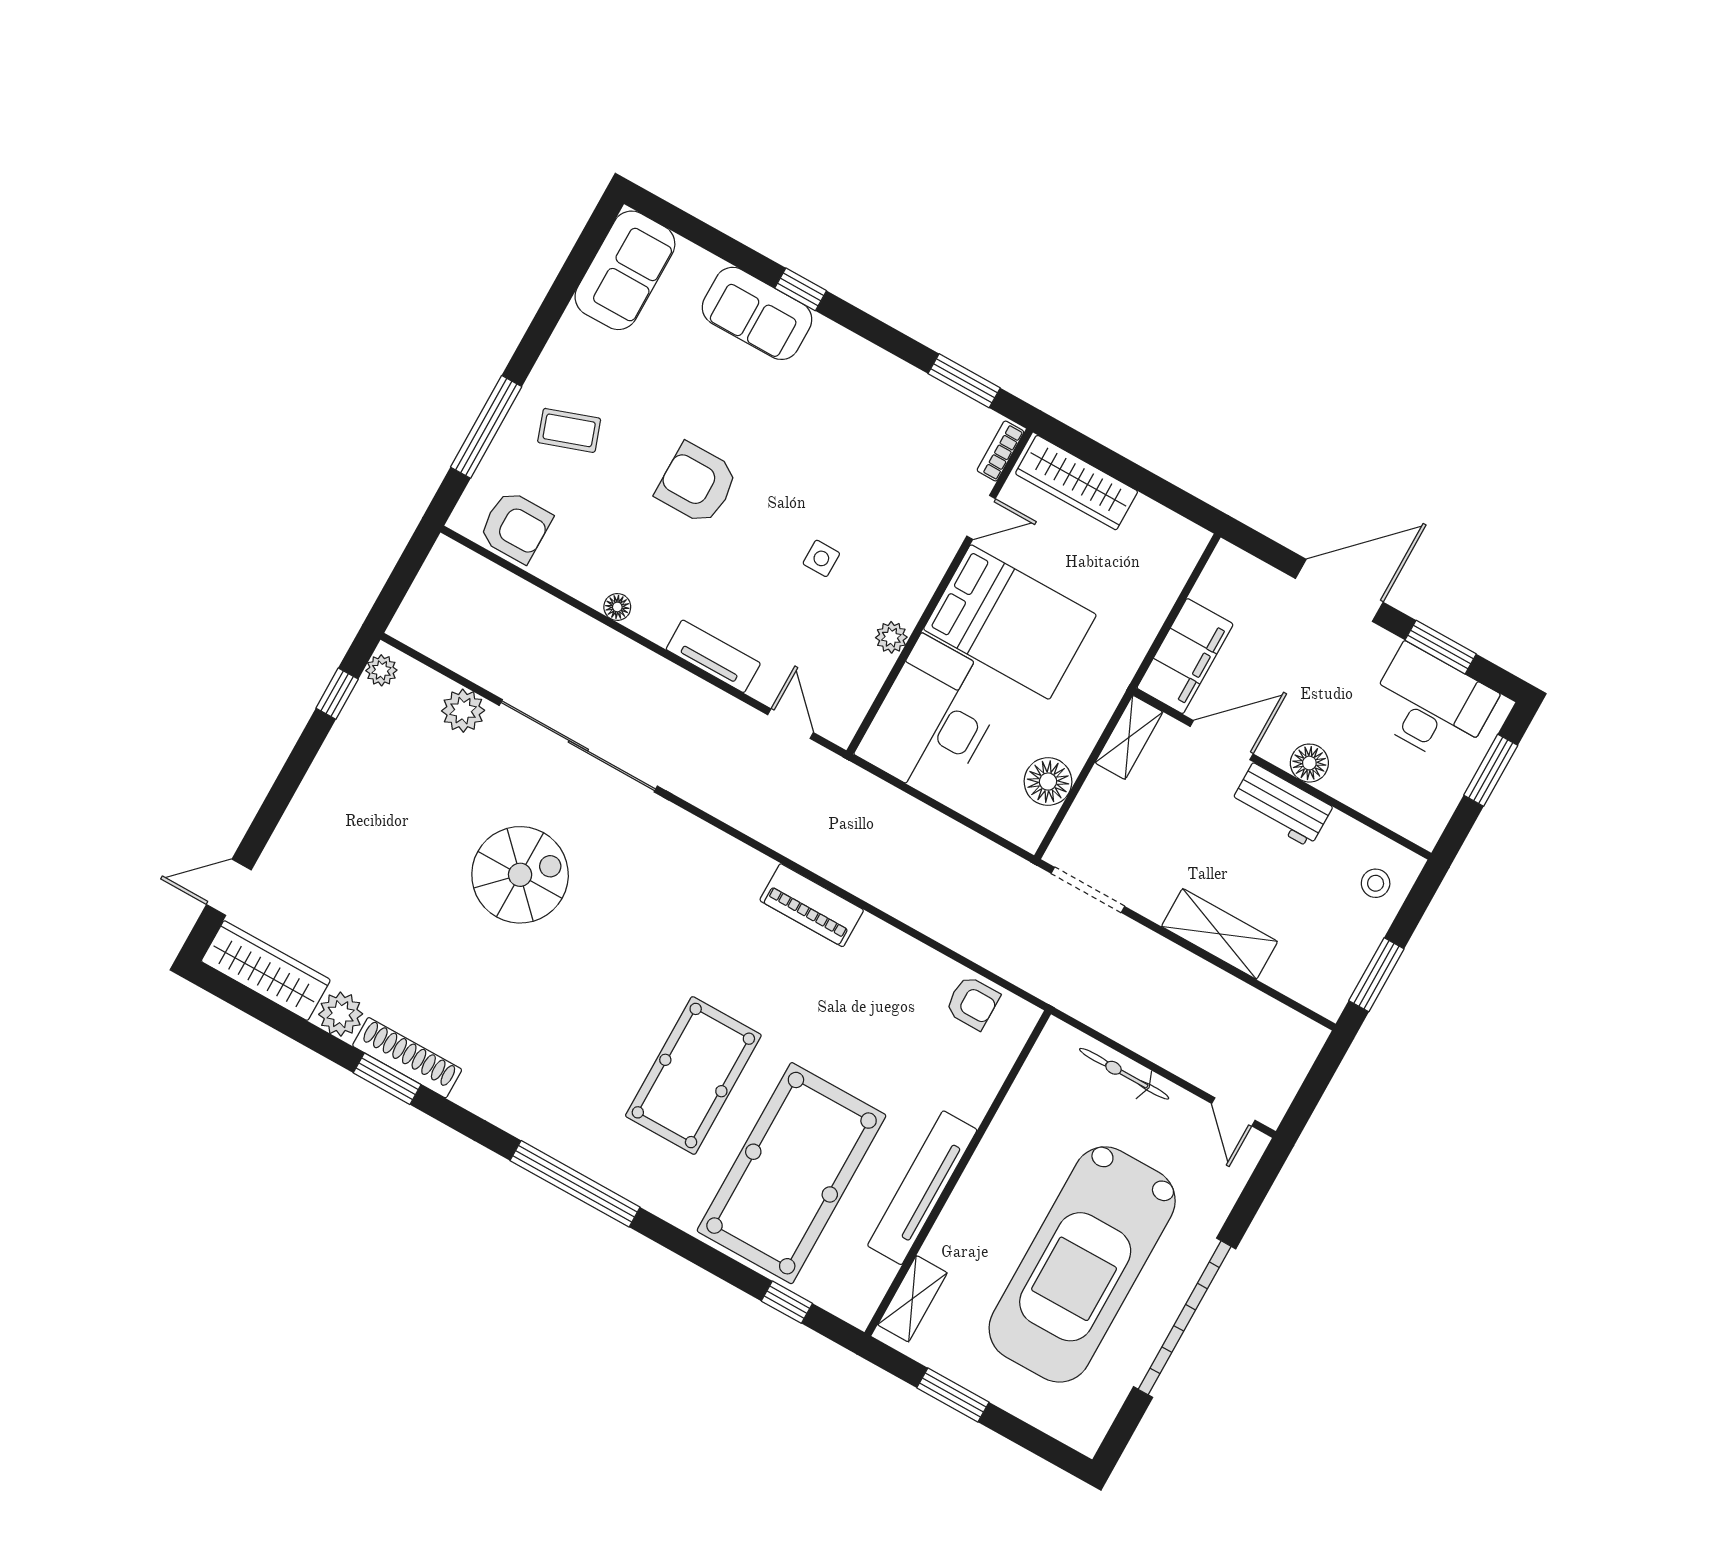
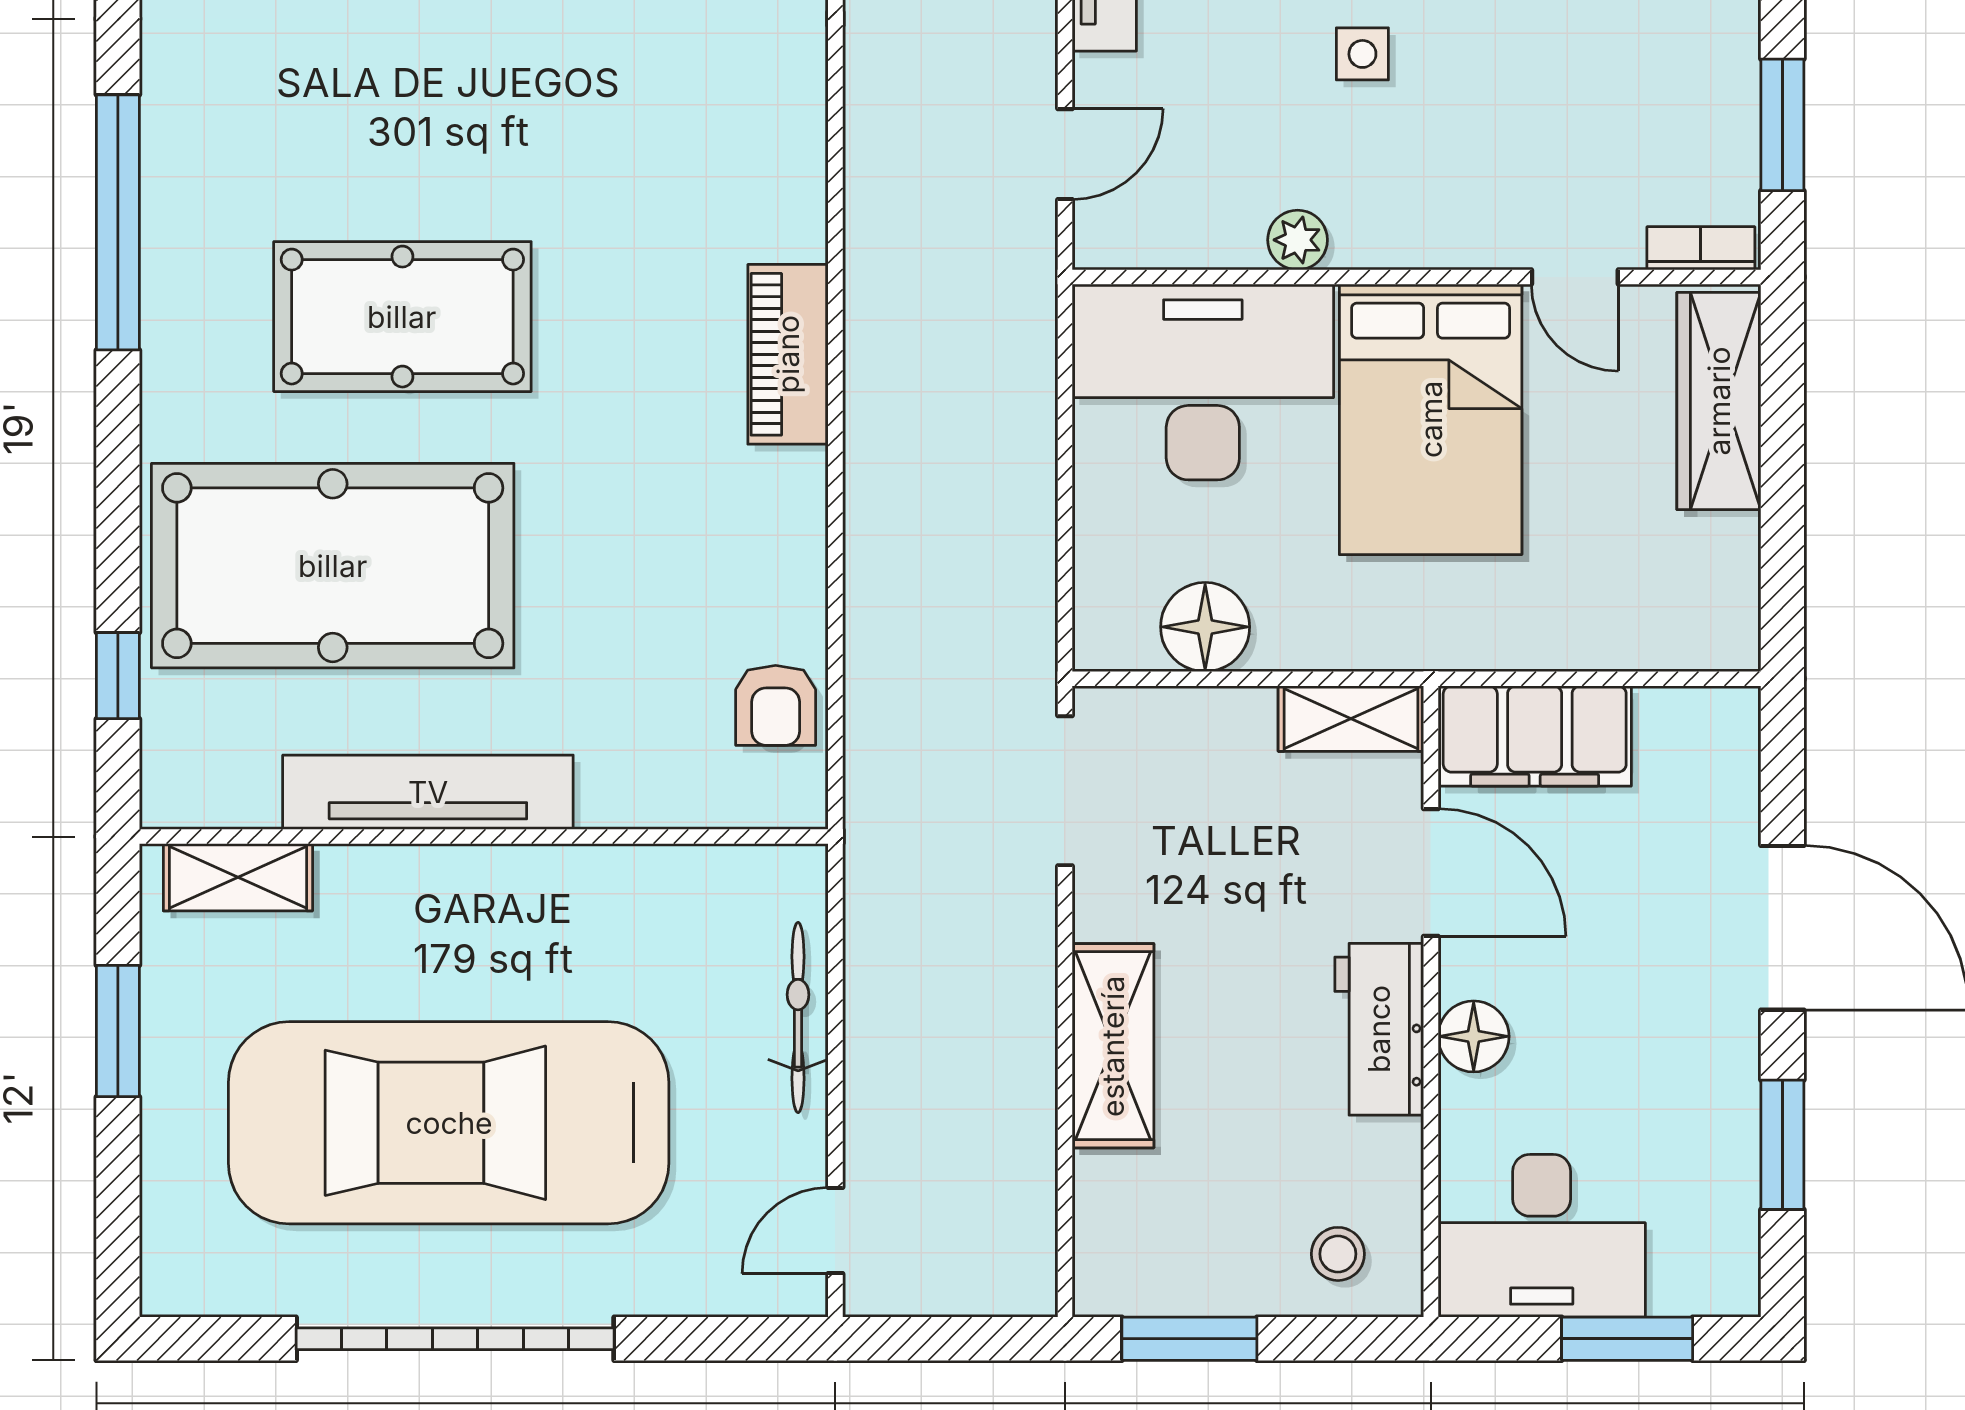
desk: (1431, 705) -> (1542, 1236), moved, turned 90

